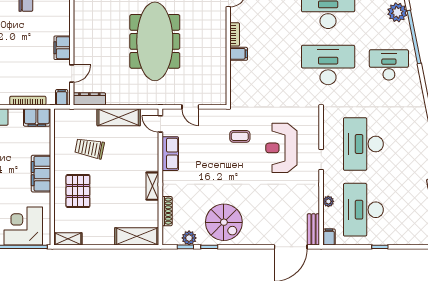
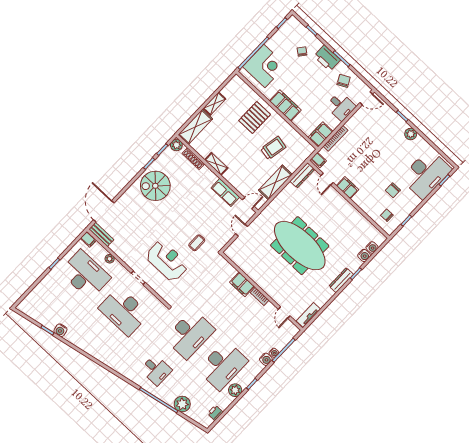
filing cabinet: (239, 54) -> (242, 284), width x2.00
desk: (389, 65) -> (156, 370), width x0.73
door: (190, 107) -> (242, 230), hinge flipped
desk: (363, 144) -> (124, 311), turned 180
pallet: (78, 191) -> (255, 118), turned 90
plant: (189, 238) -> (176, 145), moved
shelving: (68, 239) -> (214, 104), moved

